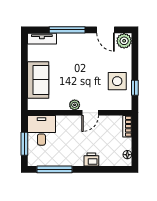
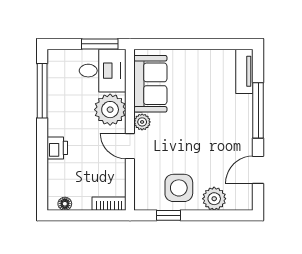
plant: (124, 41) -> (214, 199), moved
sofa: (38, 80) -> (150, 84), moved, turned -90
plant: (67, 125) -> (110, 110), added
window: (24, 144) -> (100, 44), moved

